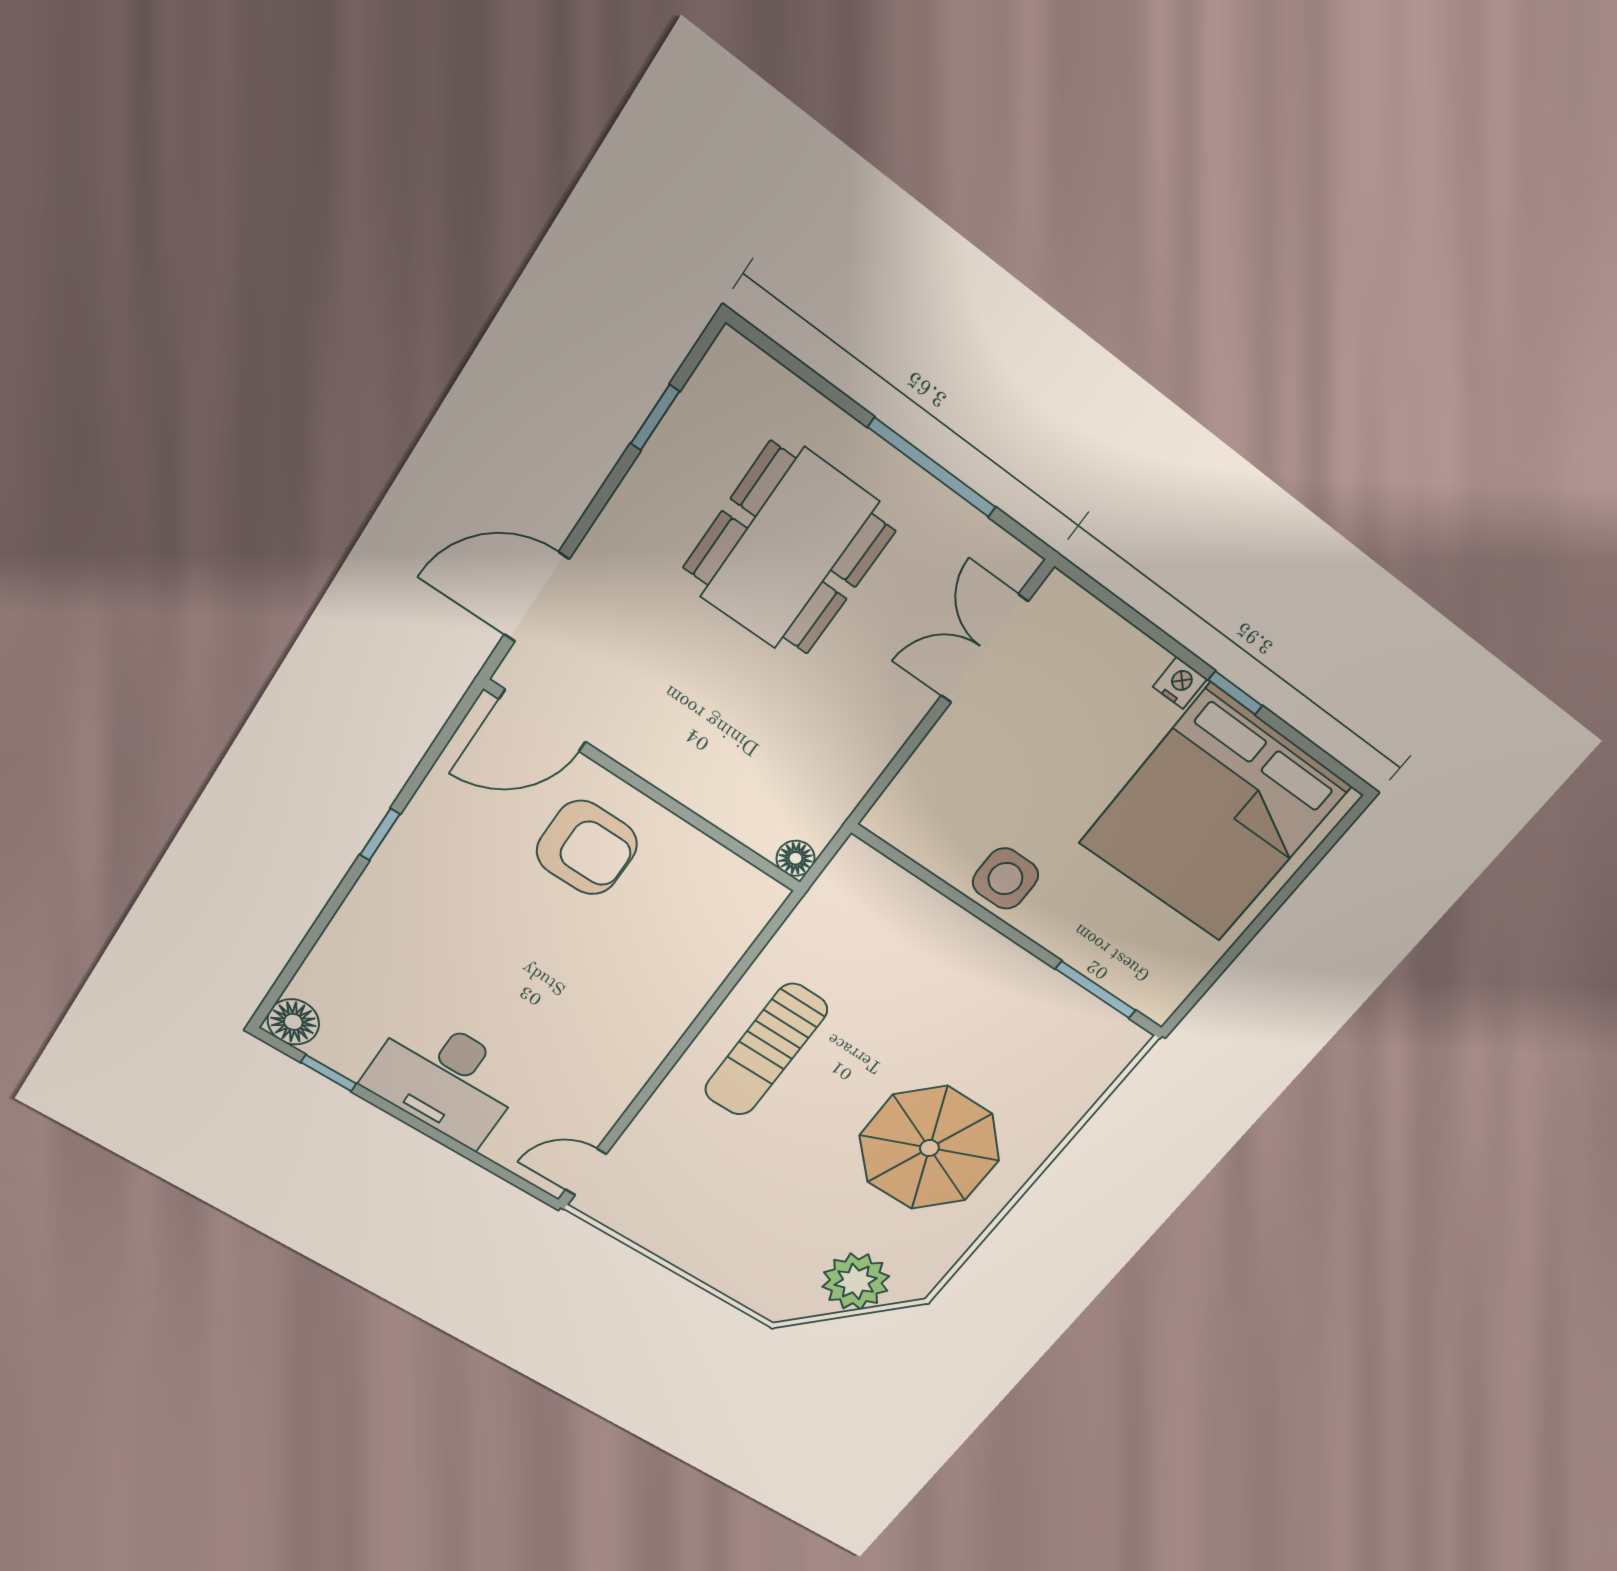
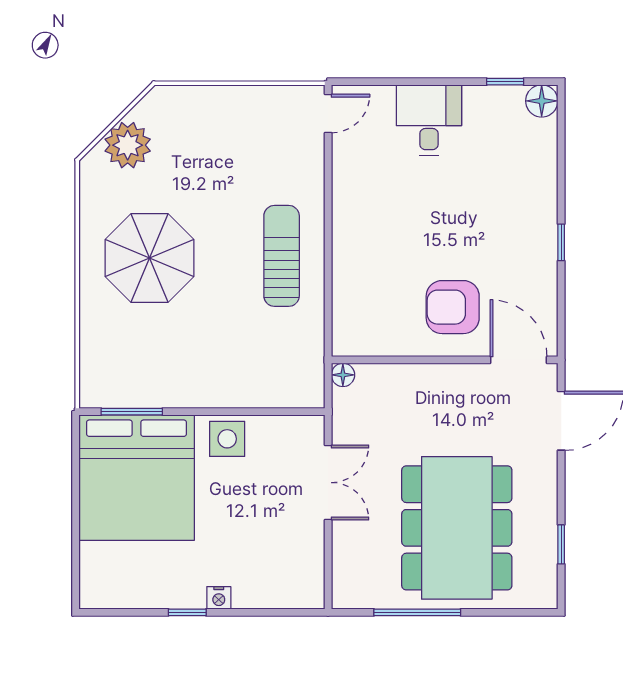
dining table: (789, 549) -> (457, 528), width x1.36, depth x1.24
double door: (984, 649) -> (328, 483), moved
door: (542, 721) -> (518, 360), hinge flipped
bed: (1215, 815) -> (137, 478), moved, turned 180
desk: (445, 1079) -> (429, 120), width x0.73

